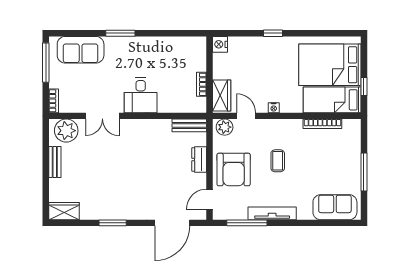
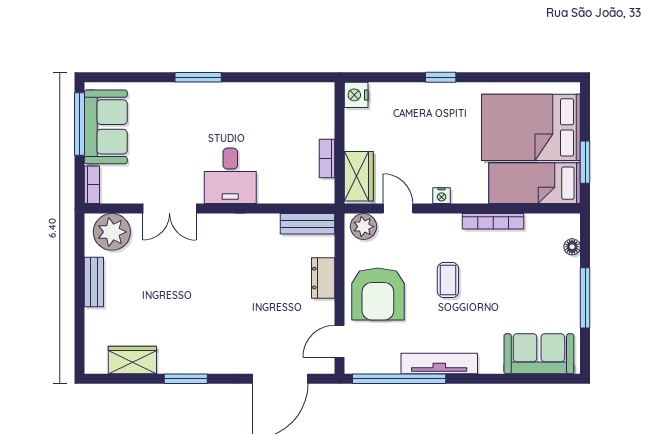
sofa: (81, 50) -> (106, 127), moved, turned -90
window: (364, 87) -> (585, 162), width x1.50
bookcase: (322, 124) -> (493, 221), moved
floor lamp: (356, 140) -> (572, 247), added
wardrobe: (64, 211) -> (132, 360), moved
window: (247, 223) -> (399, 379), width x1.46

